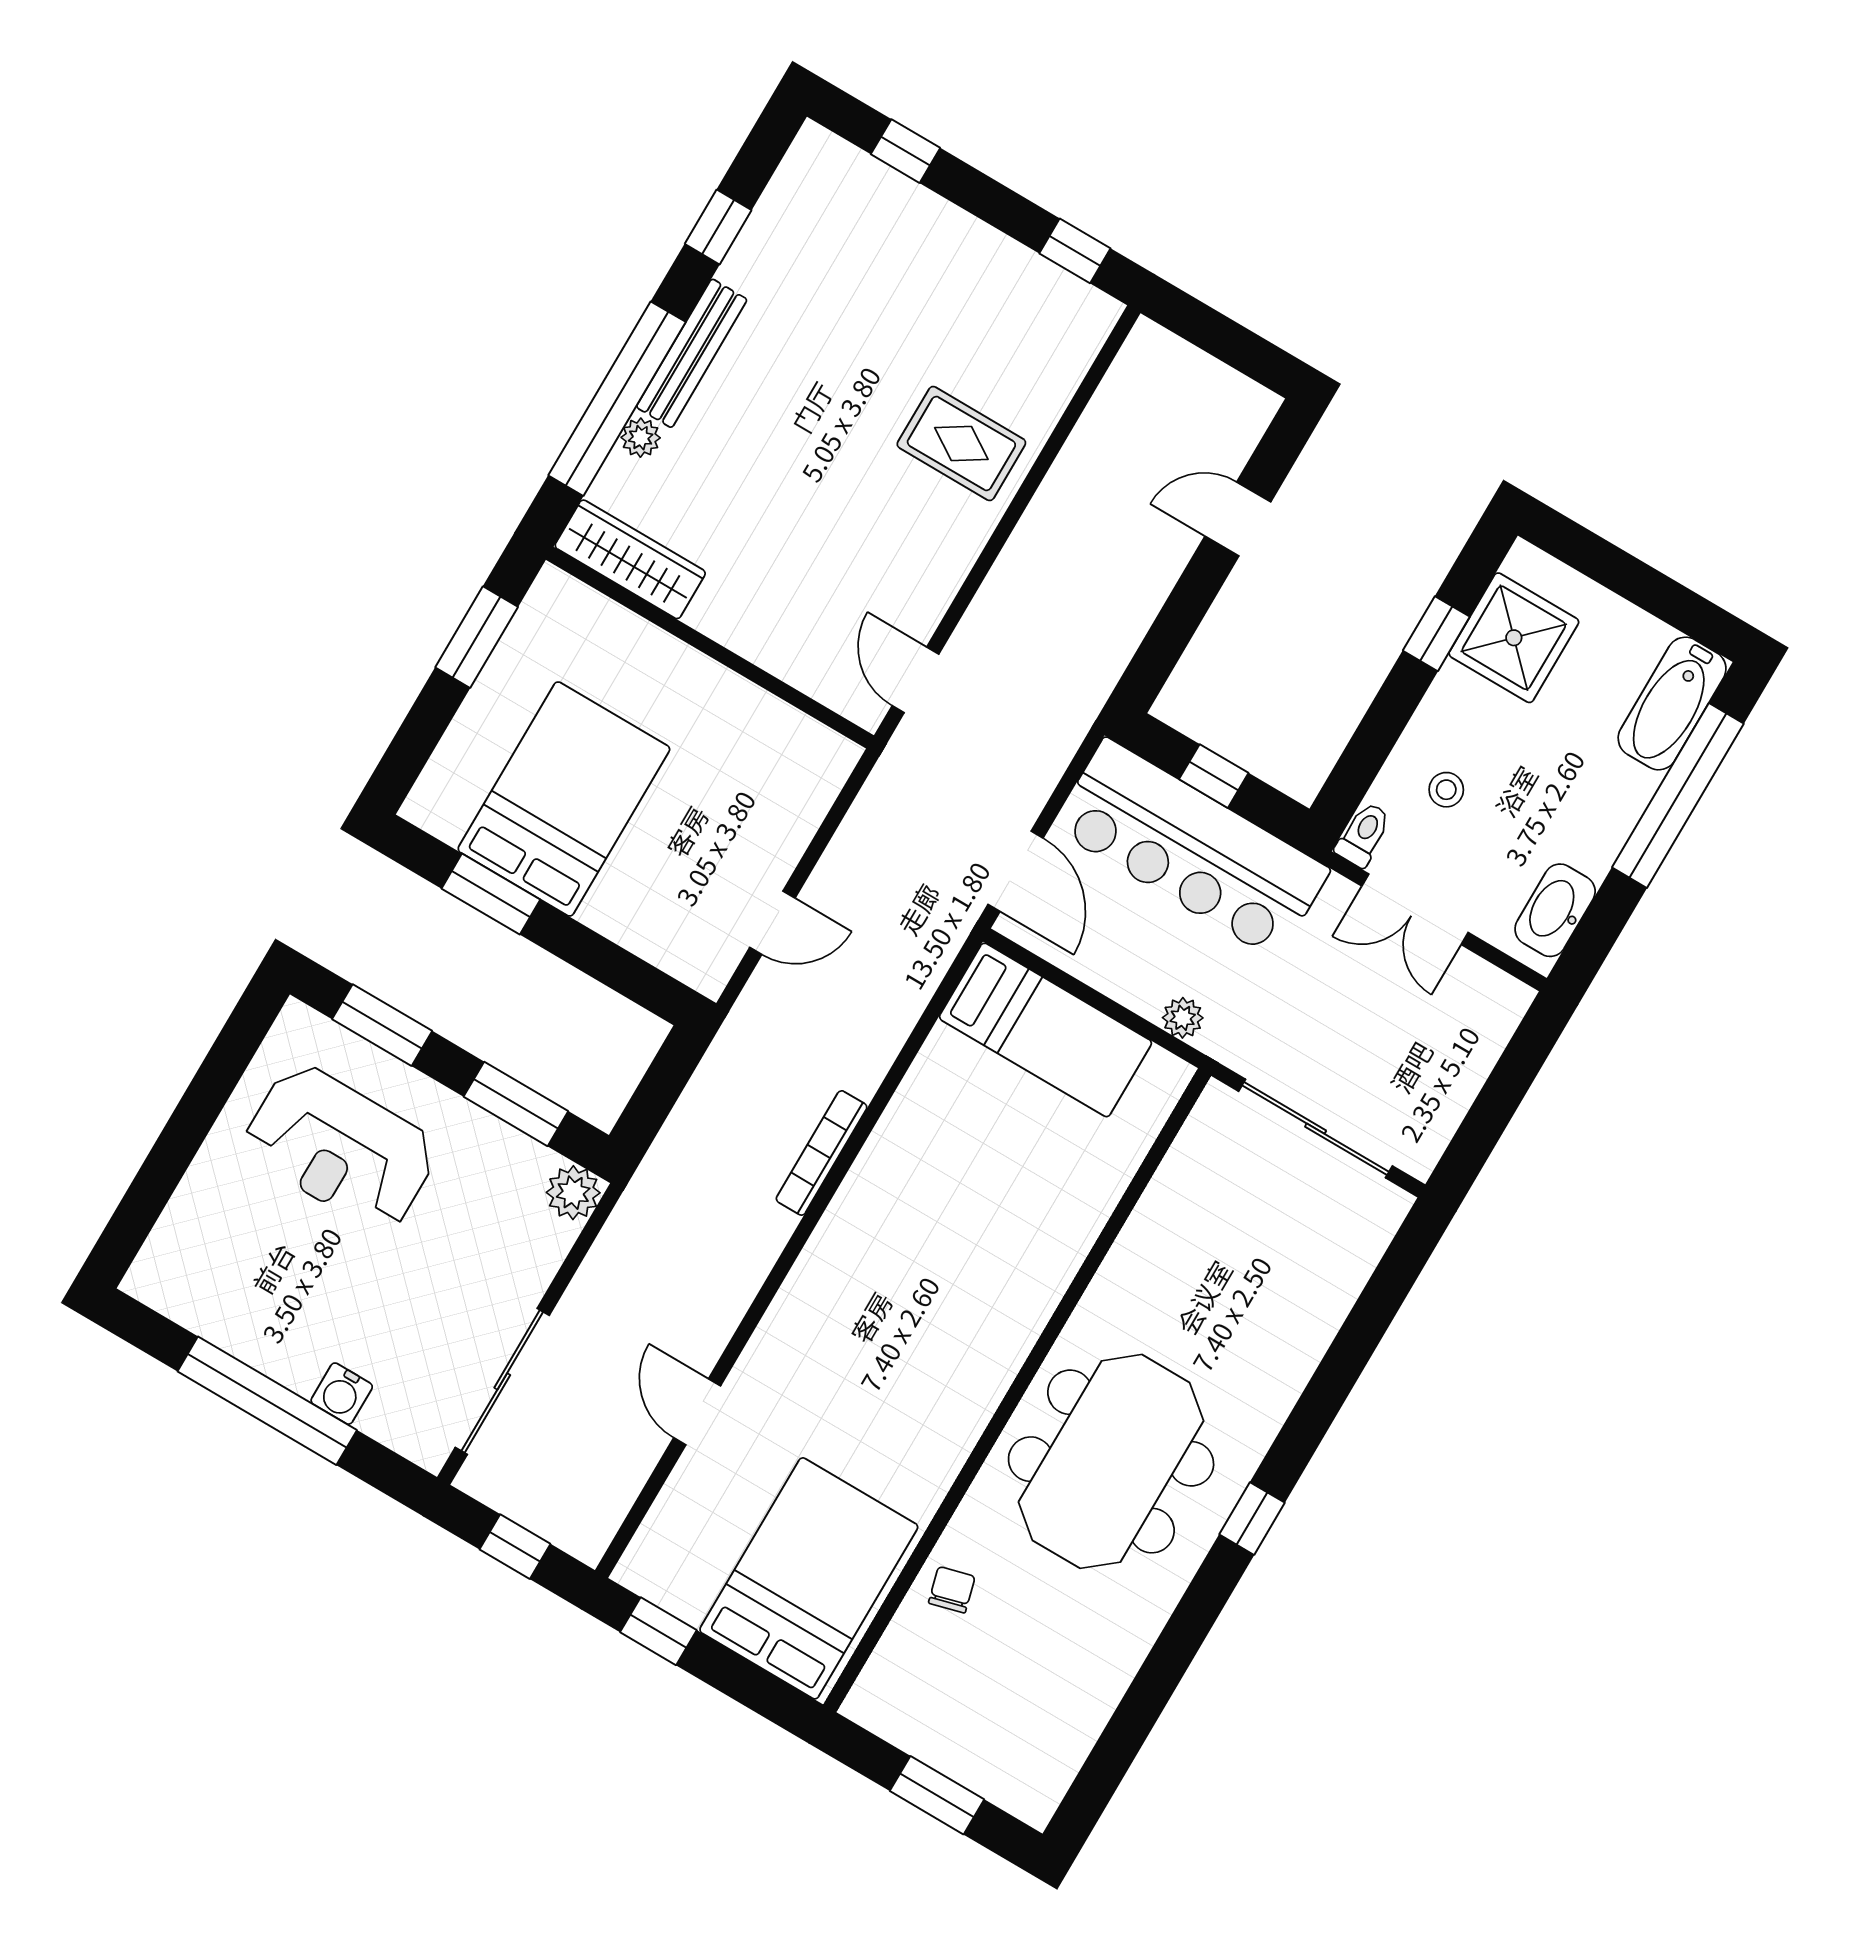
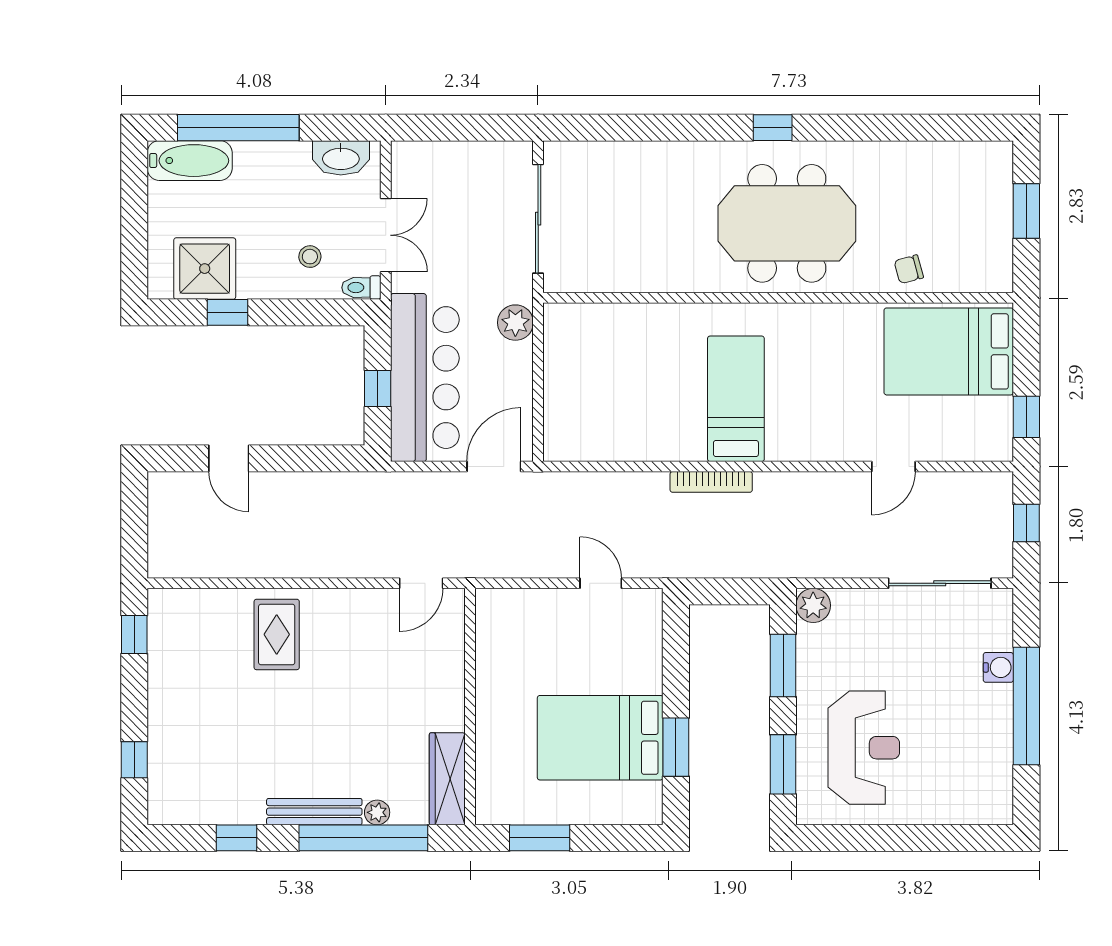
plant: (1183, 1018) -> (515, 323), width x1.38, depth x1.38
bed: (1045, 1030) -> (736, 399), moved

